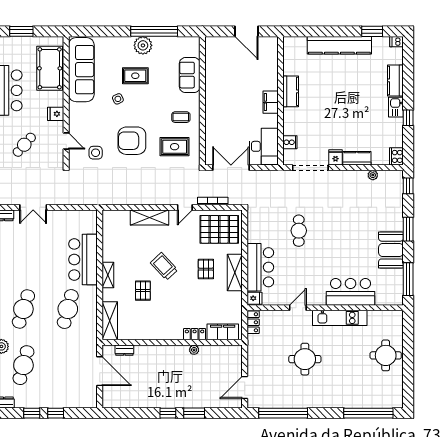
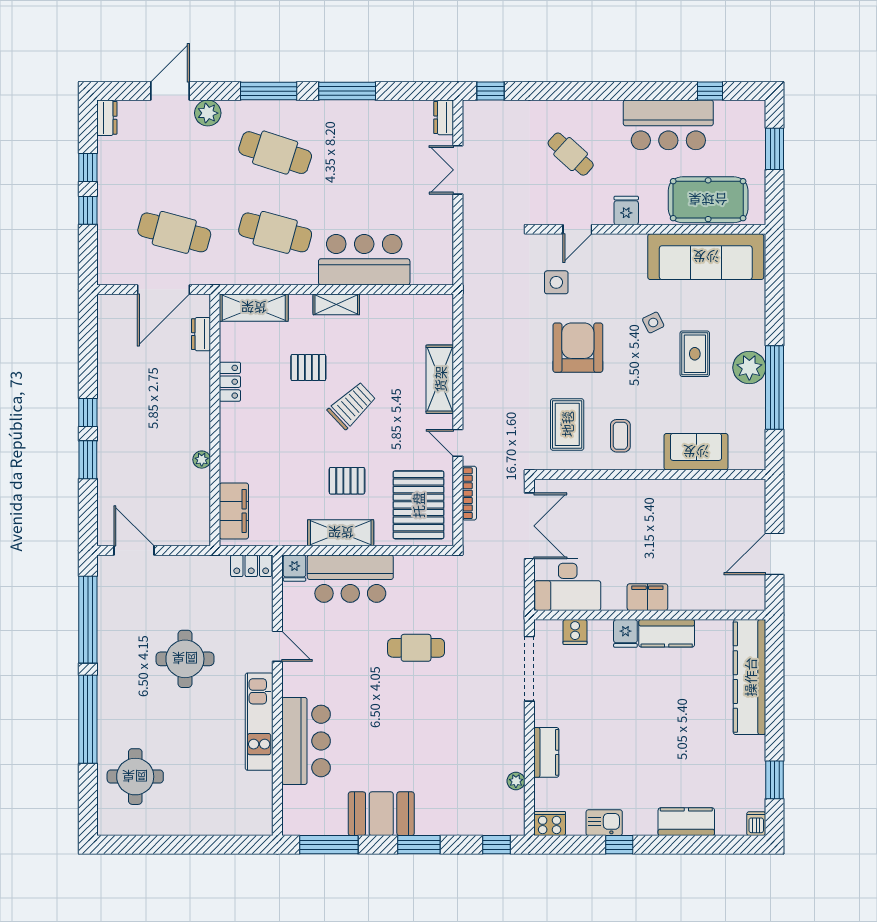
kitchen counter: (339, 45) -> (750, 677), moved
kitchen sink: (396, 107) -> (604, 823), moved
fridge: (335, 157) -> (625, 633), moved, turned 90
locker: (195, 334) -> (230, 382), moved
round table: (386, 355) -> (135, 777), moved
cafe table: (23, 365) -> (174, 232), moved
window: (368, 413) -> (88, 719), moved

